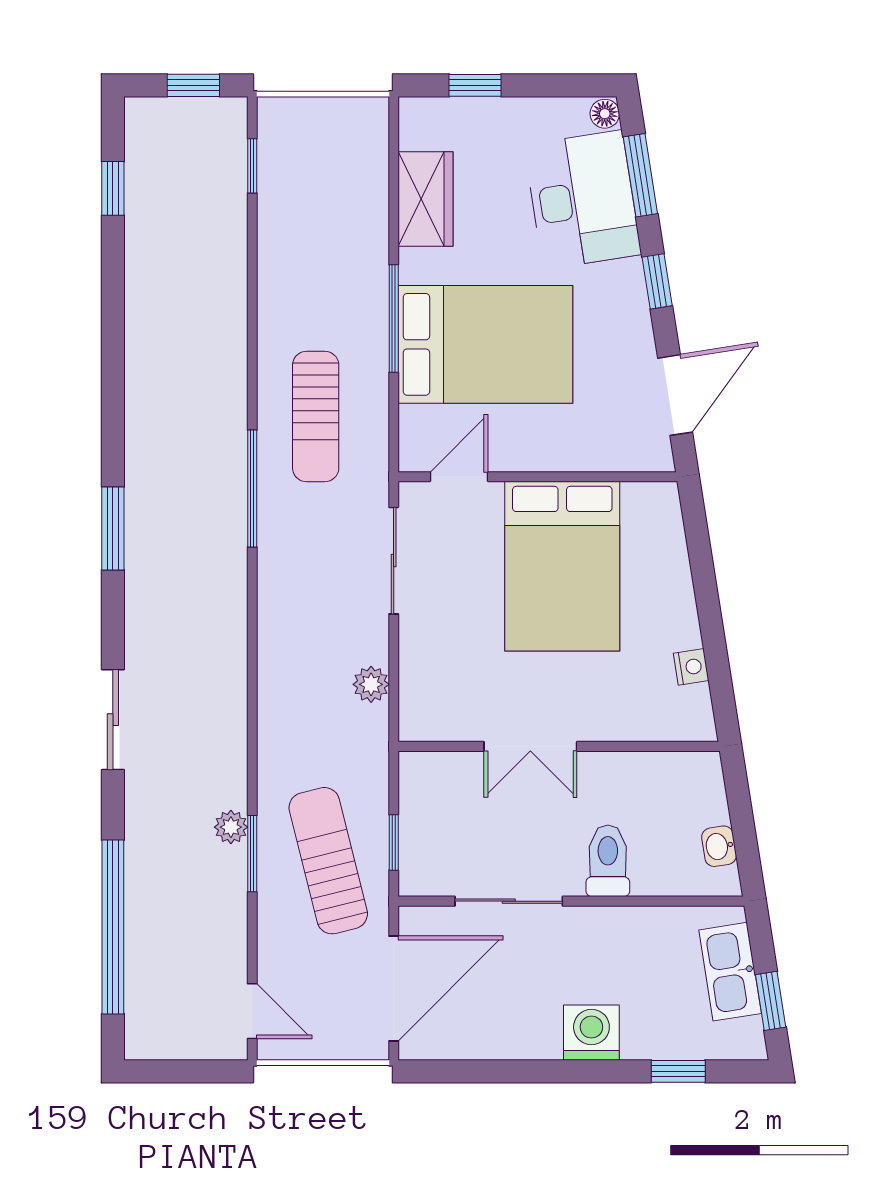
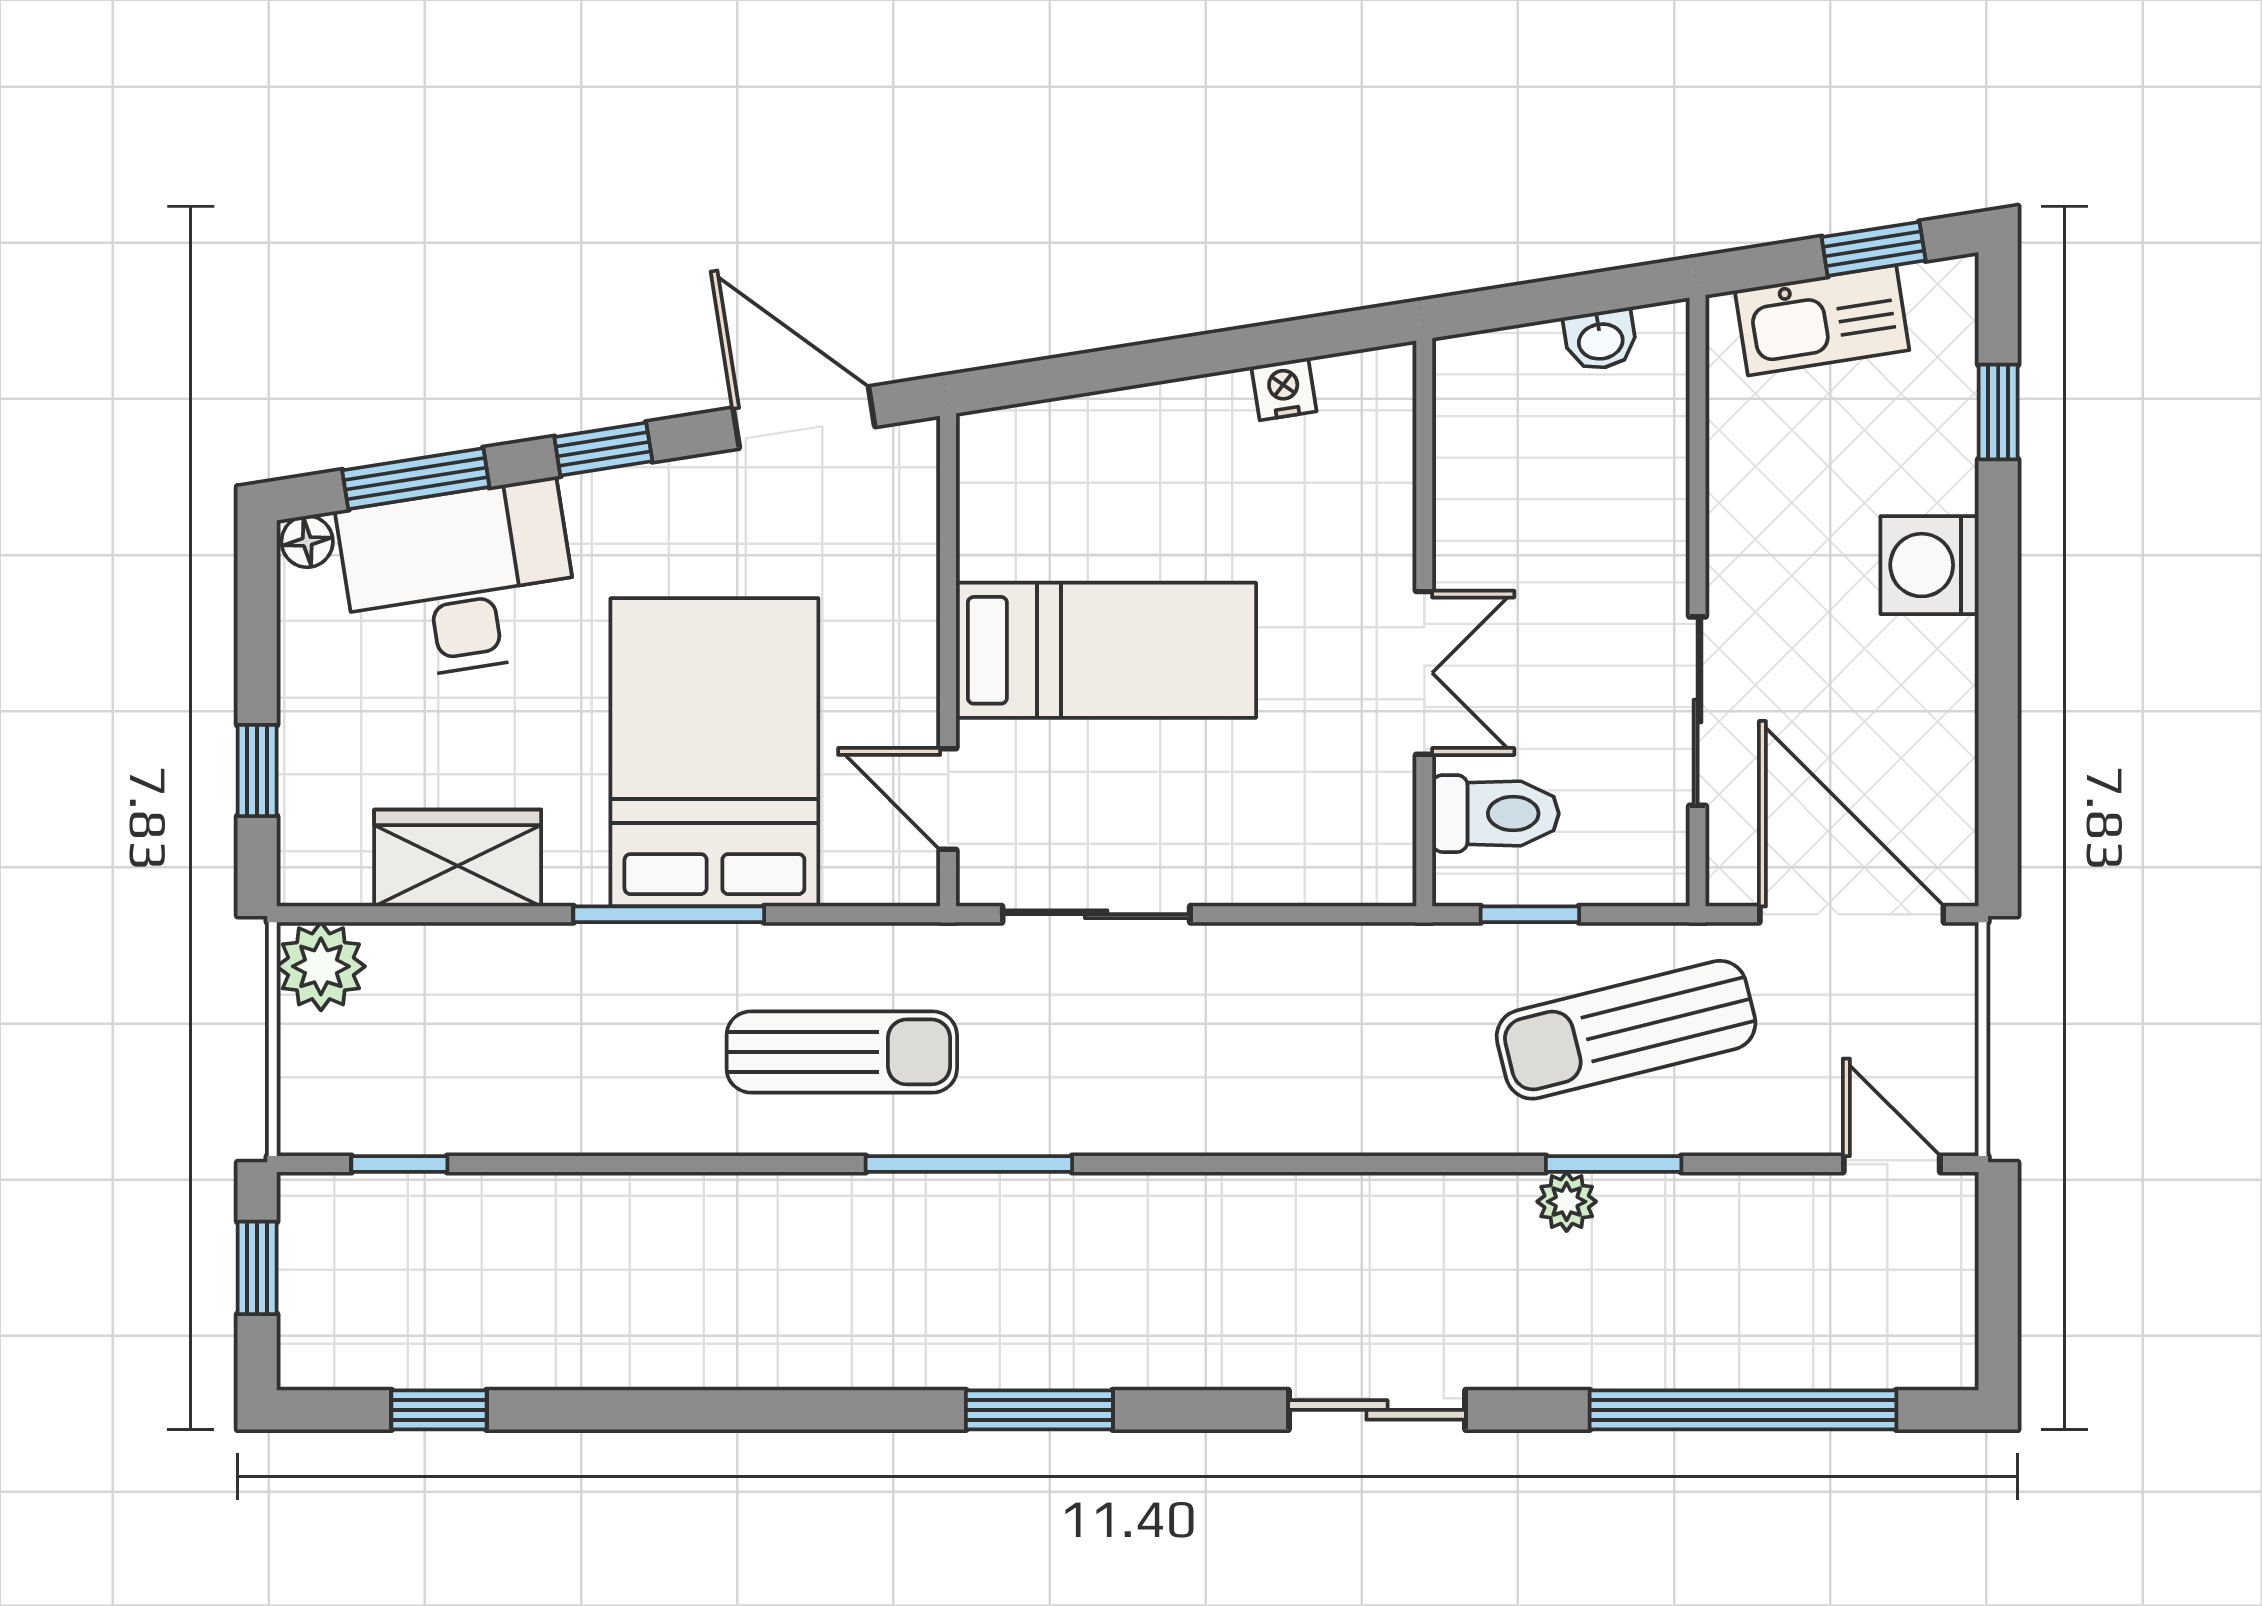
bed: (562, 566) -> (1106, 650), width x0.67
plant: (371, 684) -> (321, 966), moved, width x1.38, depth x1.38
window: (394, 842) -> (1530, 914), moved
toilet: (608, 861) -> (1495, 814), moved, turned 180
door: (252, 1011) -> (1892, 1164), hinge flipped

